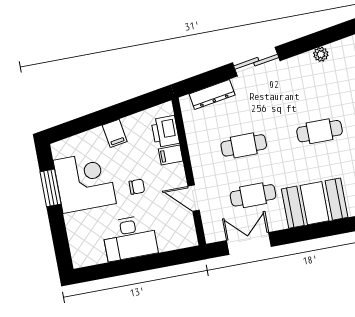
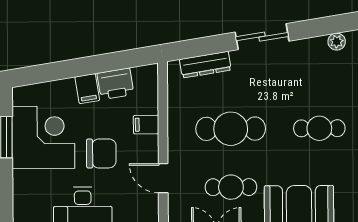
printer: (165, 132) -> (115, 84), moved, turned -99
cafe table: (244, 145) -> (231, 129), width x1.37, depth x1.35
chair: (137, 187) -> (101, 153), width x1.87, depth x1.87

